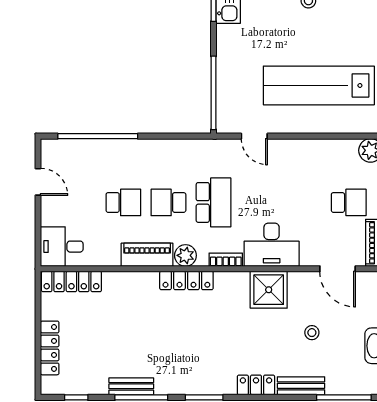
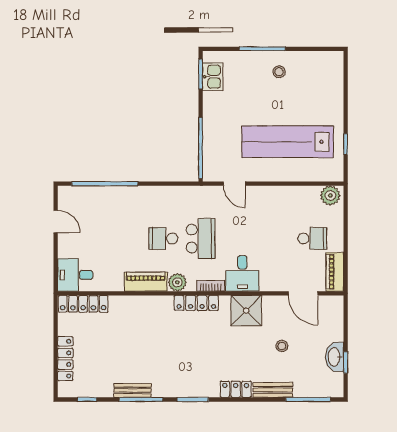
school desk: (123, 202) -> (126, 238), removed
desk: (272, 245) -> (242, 273), width x0.73
locker: (186, 280) -> (196, 303), moved

